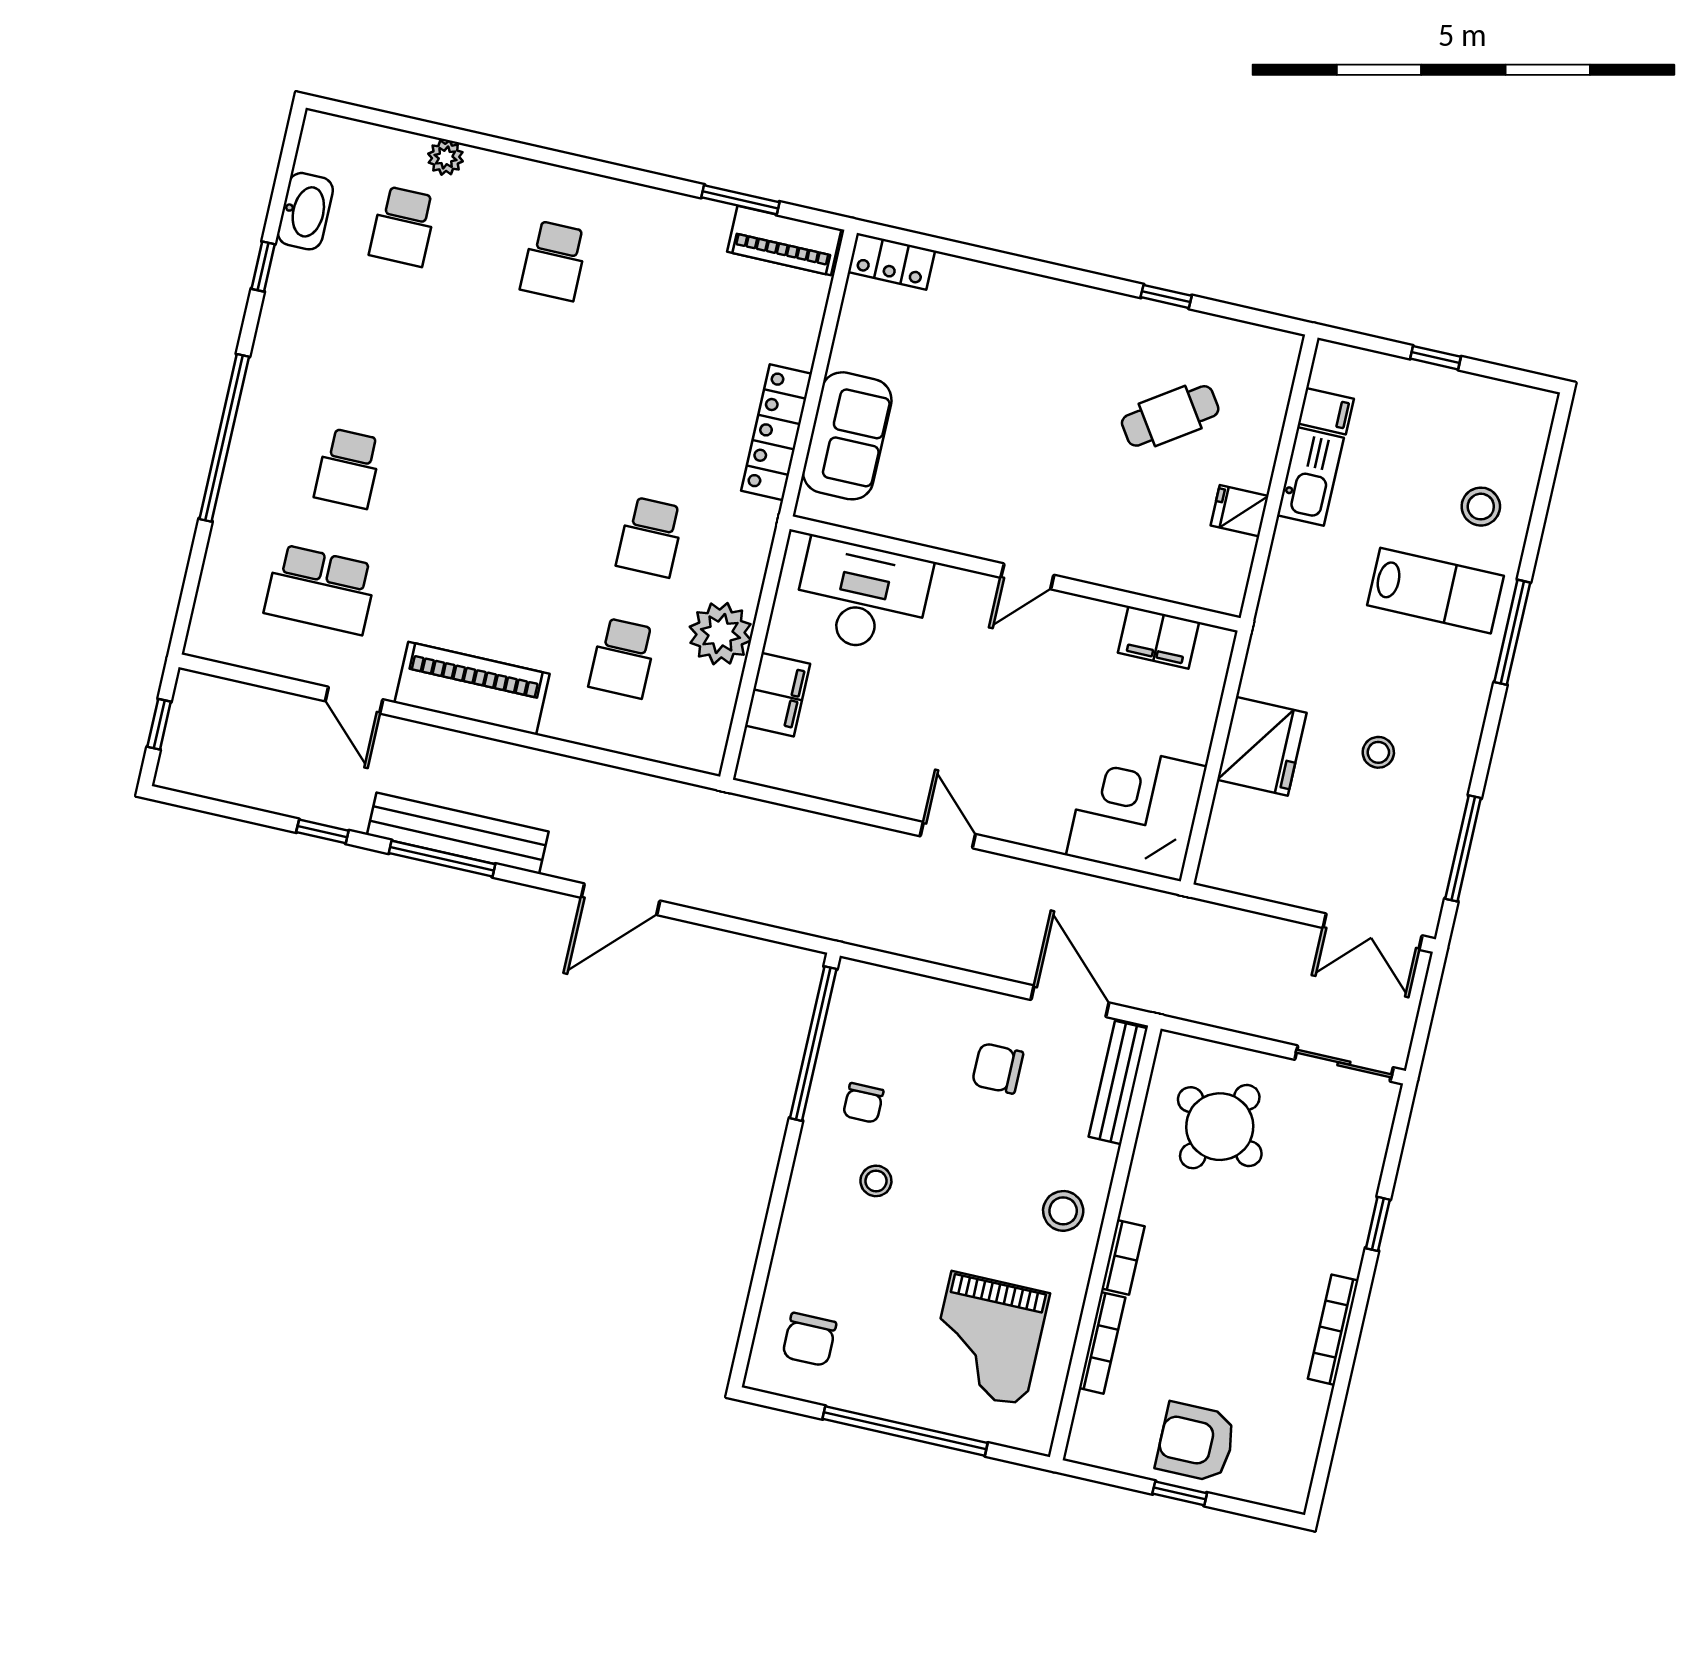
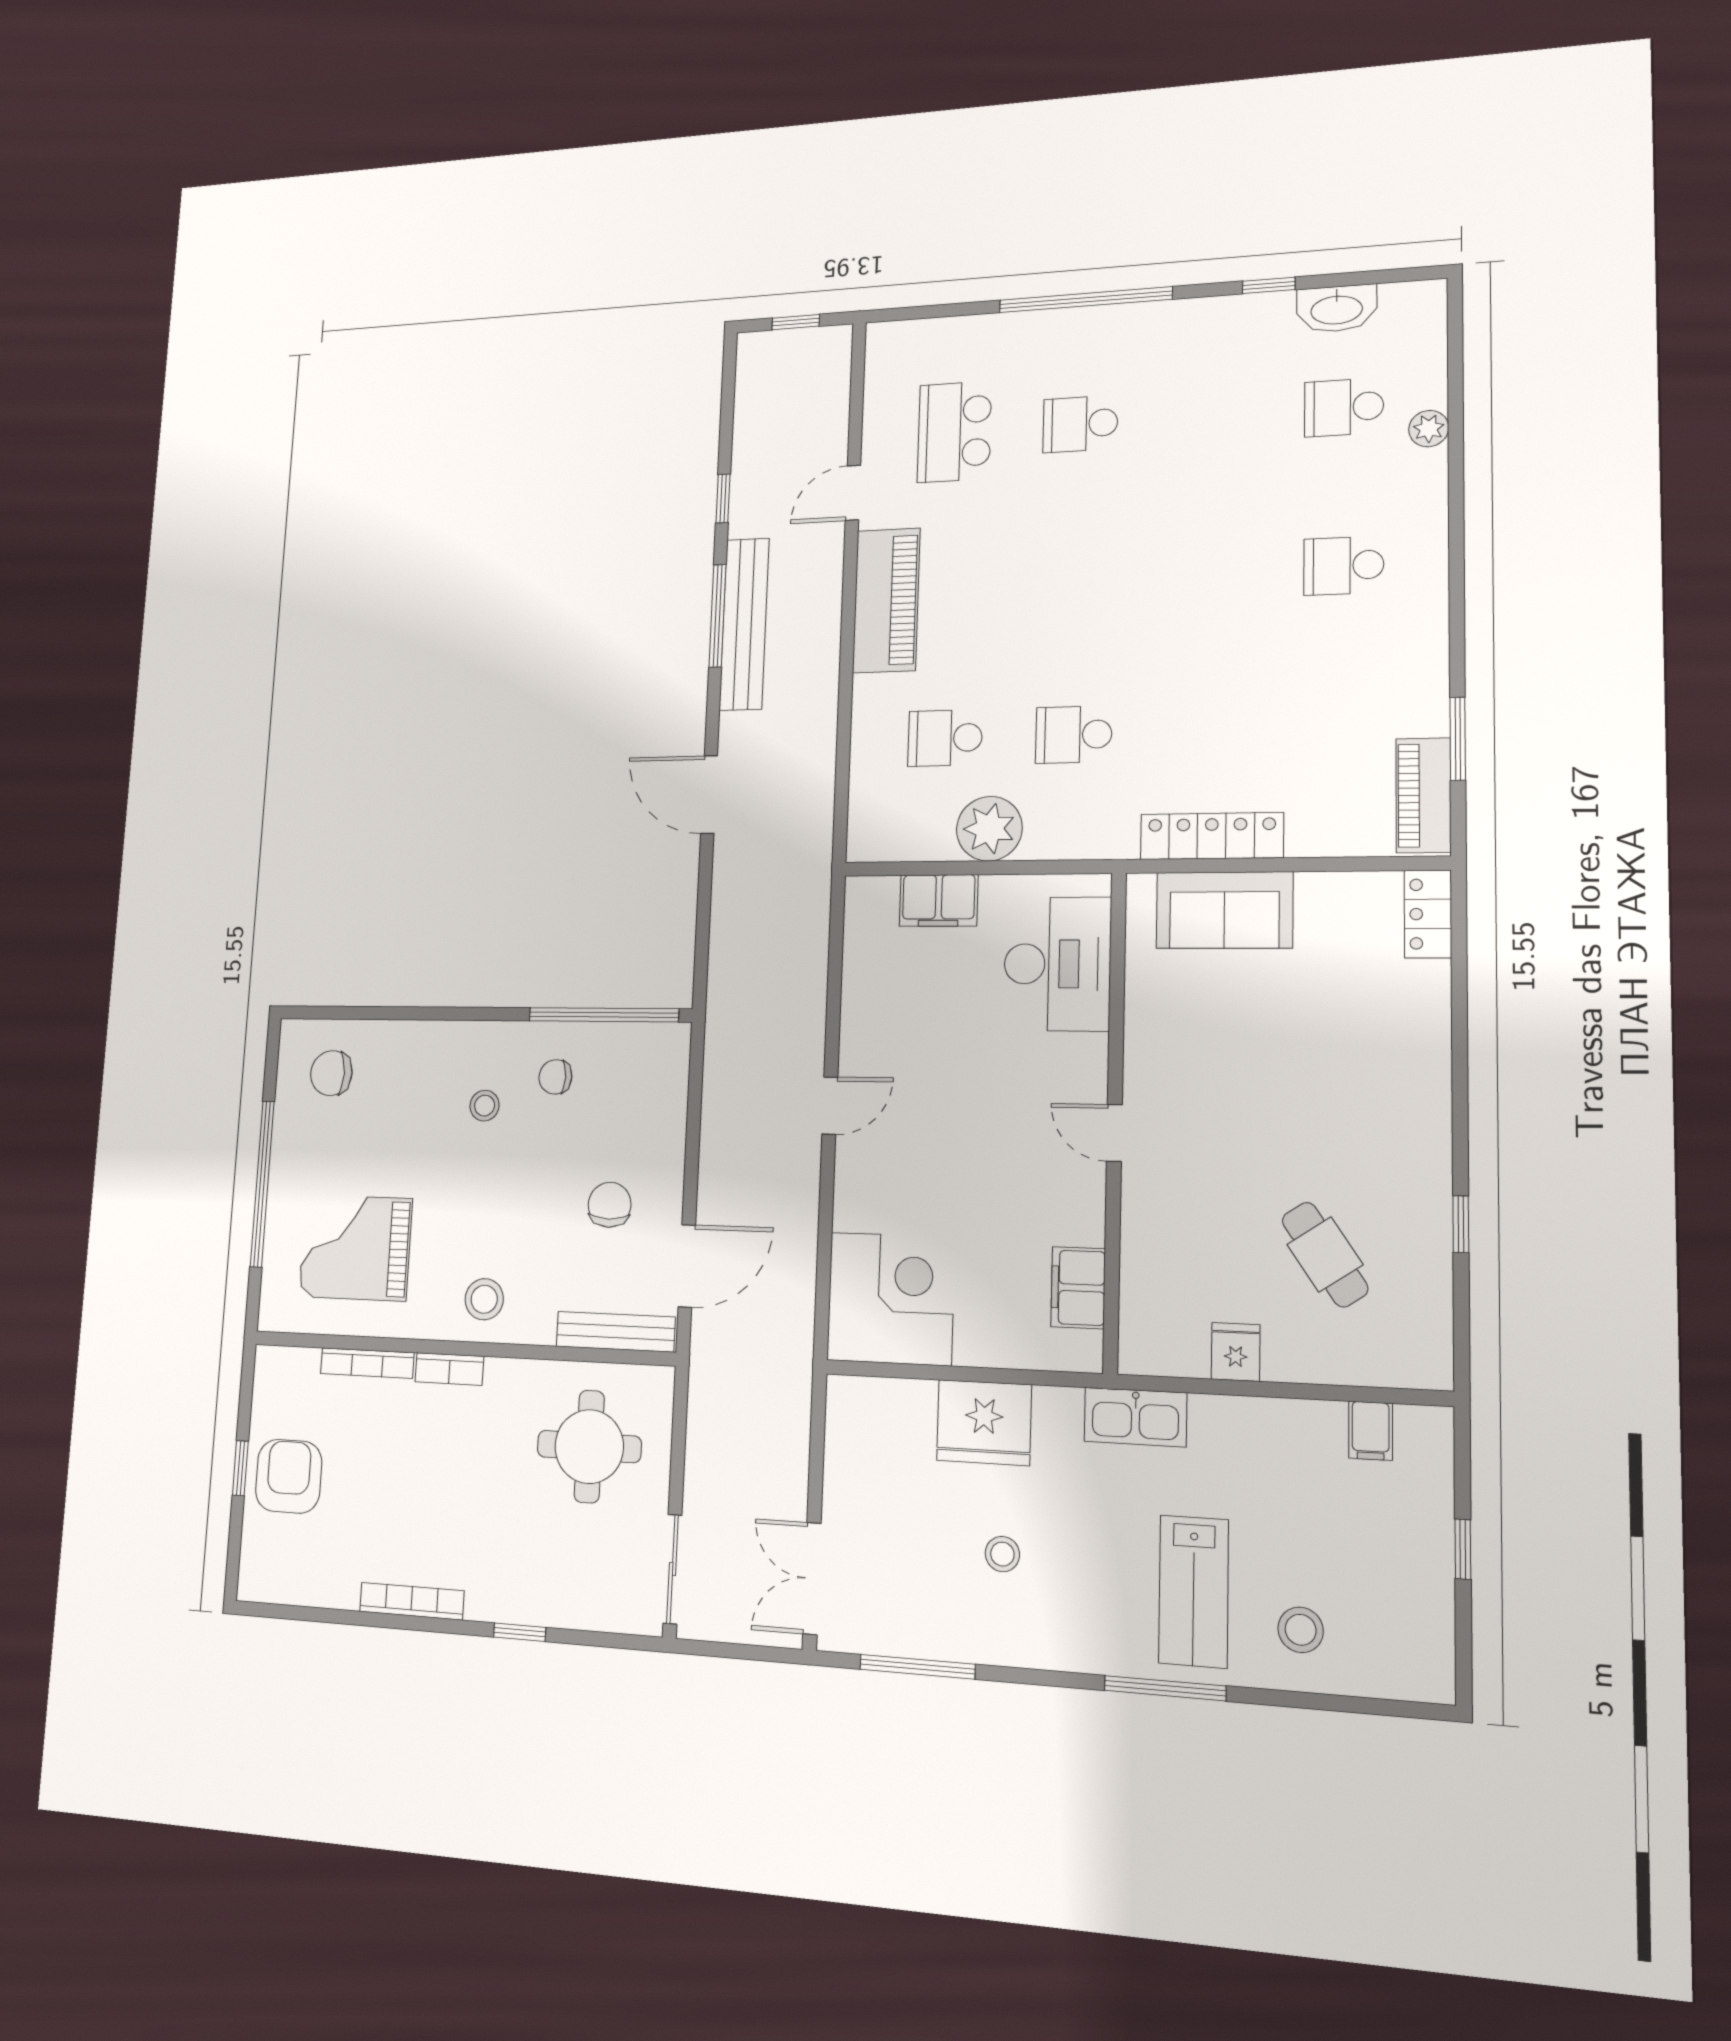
kitchen sink: (1310, 476) -> (1135, 1417), moved
round table: (1220, 1127) -> (589, 1447), turned -30

